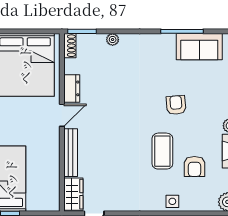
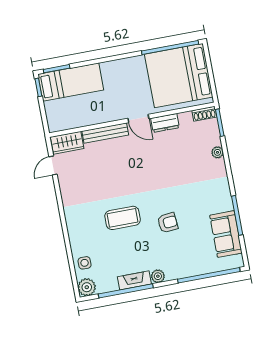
armchair: (194, 167) -> (114, 250), removed
side table: (172, 201) -> (85, 263), moved

